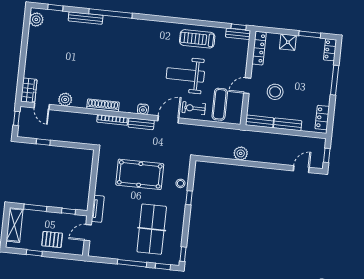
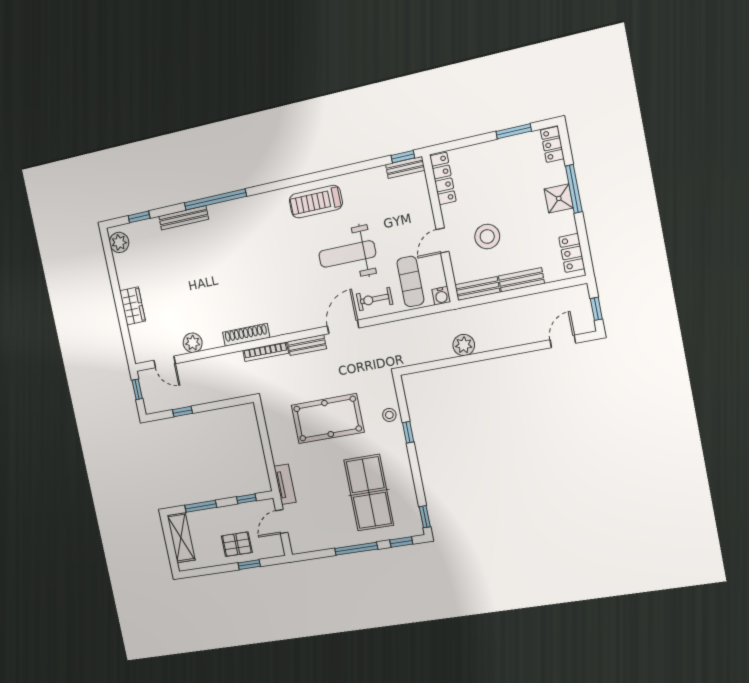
treadmill: (197, 39) -> (316, 202), moved
shower: (288, 42) -> (559, 198), moved
wardrobe: (29, 90) -> (133, 306), moved
water cooler: (143, 109) -> (441, 296), moved
window: (34, 253) -> (249, 565), moved

